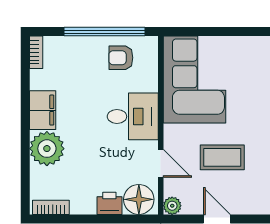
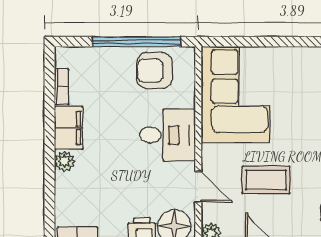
bookcase: (36, 52) -> (62, 87), moved
armchair: (121, 58) -> (155, 70), width x1.38, depth x1.38
plant: (47, 149) -> (64, 161), width x0.53, depth x0.53

